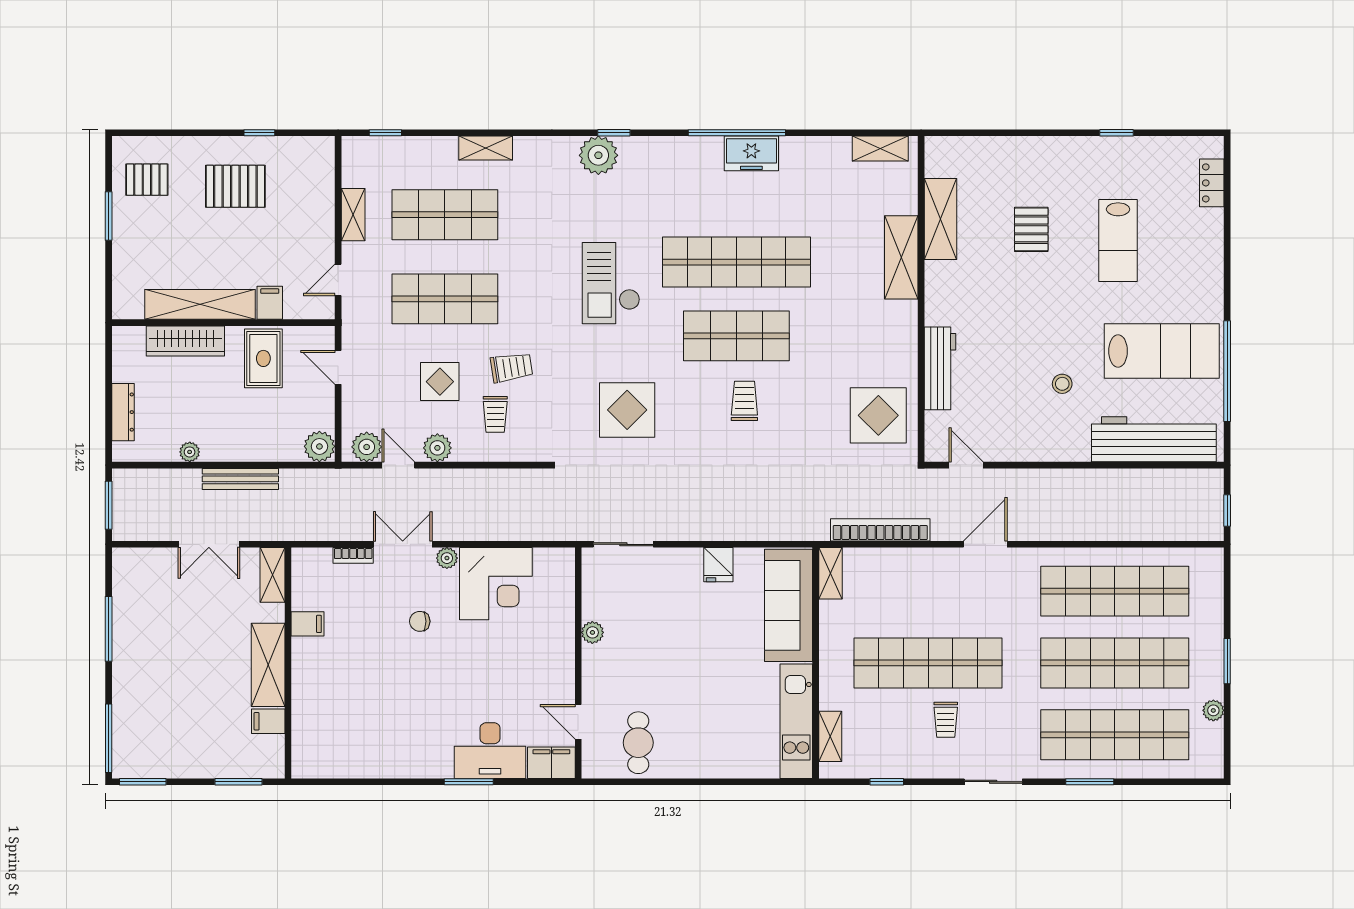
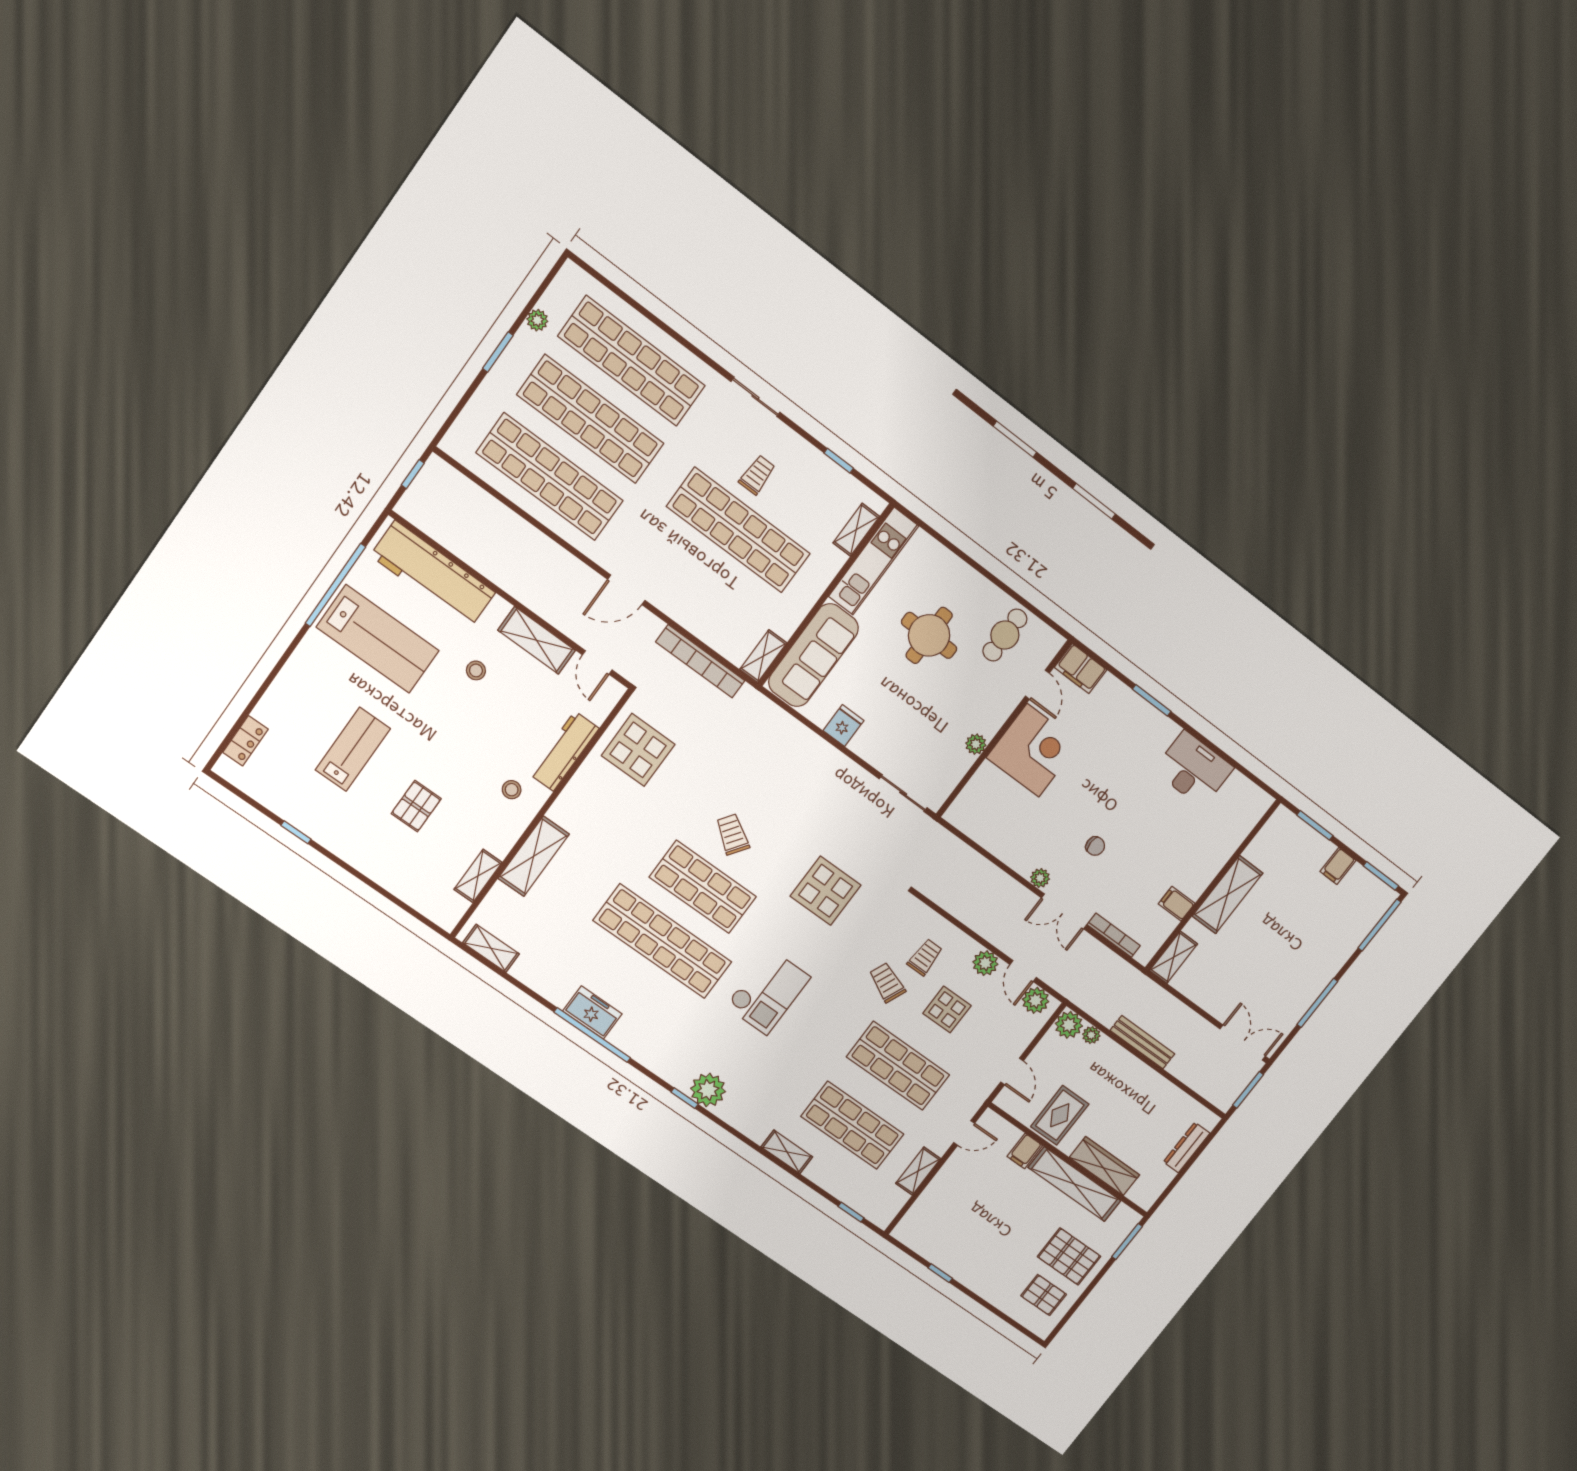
pallet: (235, 186) -> (1069, 1256), moved
window: (109, 216) -> (1127, 1242), moved
shelving: (941, 219) -> (478, 876), width x0.67, depth x0.75
stool: (961, 303) -> (512, 790), added
lab bench: (1162, 351) -> (378, 639), turned 180
trolley: (512, 367) -> (887, 983), turned 32
trolley: (744, 401) -> (733, 834), turned 125
shelving: (1030, 447) -> (537, 640), added
plant: (190, 452) -> (1091, 1035), moved
double door: (209, 544) -> (1243, 1043), moved
bookcase: (353, 555) -> (1114, 935), width x1.56
corner desk: (496, 584) -> (1033, 750), moved, turned 90
round table: (703, 695) -> (929, 635), added
filing cabinet: (268, 721) -> (1338, 866), moved, turned 90
desk: (490, 751) -> (1193, 769), moved
window: (1090, 782) -> (679, 338), removed

